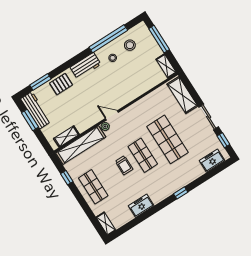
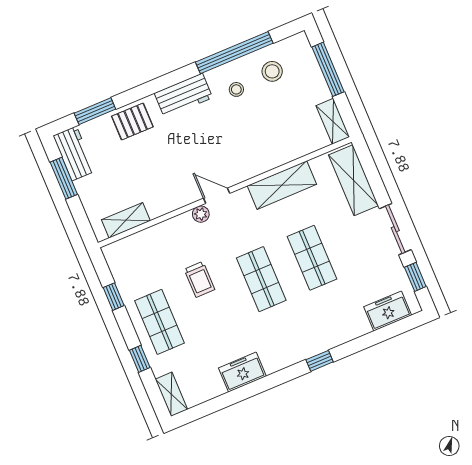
workbench: (36, 110) -> (74, 154), width x0.73
shop shelf: (168, 139) -> (312, 258), width x0.70, depth x0.74
shelving: (81, 145) -> (282, 185), moved, width x0.68
trolley: (124, 165) -> (199, 279), moved
window: (86, 208) -> (140, 359), added

